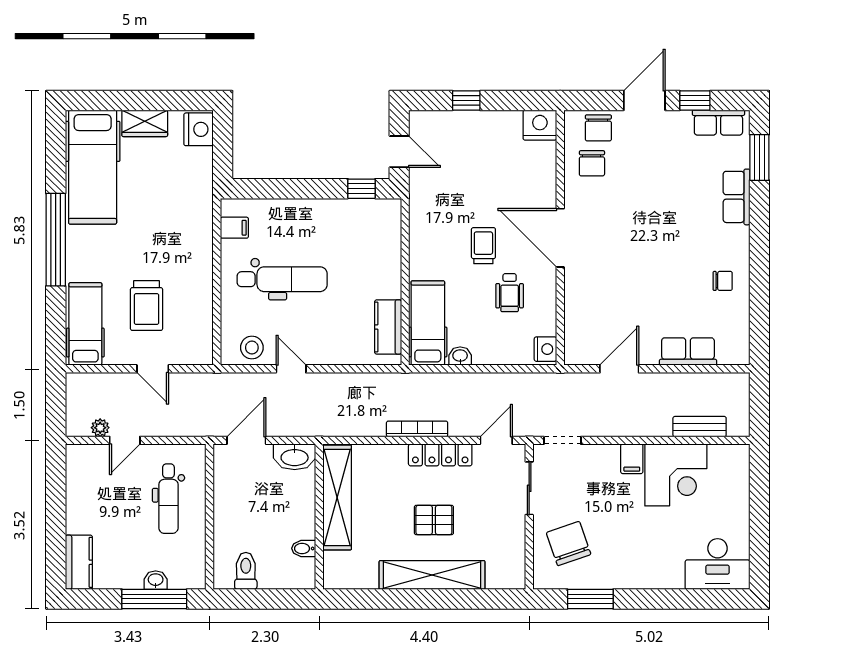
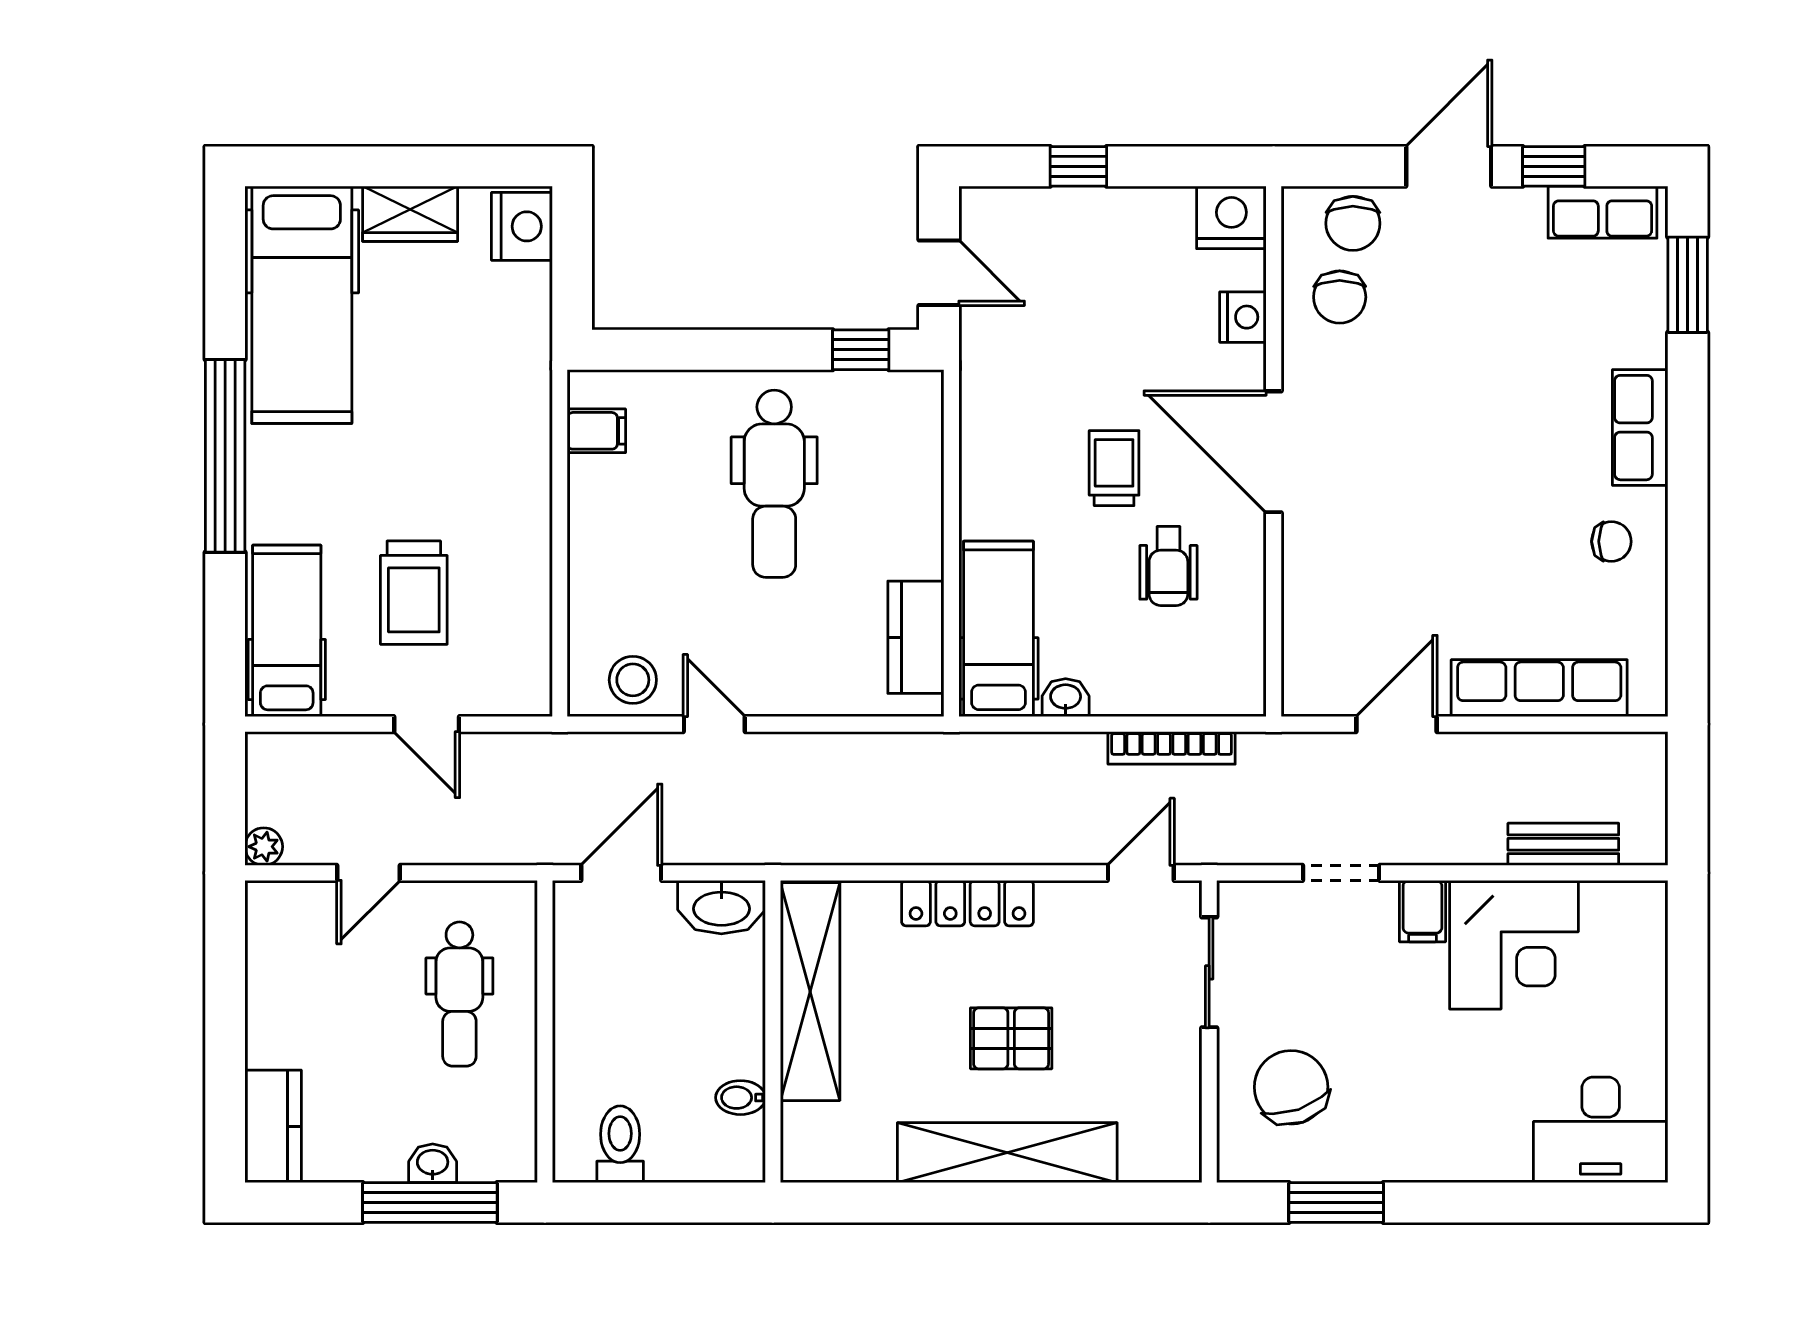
row of seats: (737, 197) -> (1640, 428), moved
dental chair: (282, 279) -> (774, 484), moved, turned 90
nightstand: (545, 349) -> (1243, 317), moved
row of seats: (688, 352) -> (1539, 688), width x1.48
plant: (100, 428) -> (264, 847), moved
bookcase: (417, 429) -> (1172, 748), moved, turned 180
doorway: (562, 440) -> (1341, 873), moved
locker: (440, 455) -> (967, 903), moved

